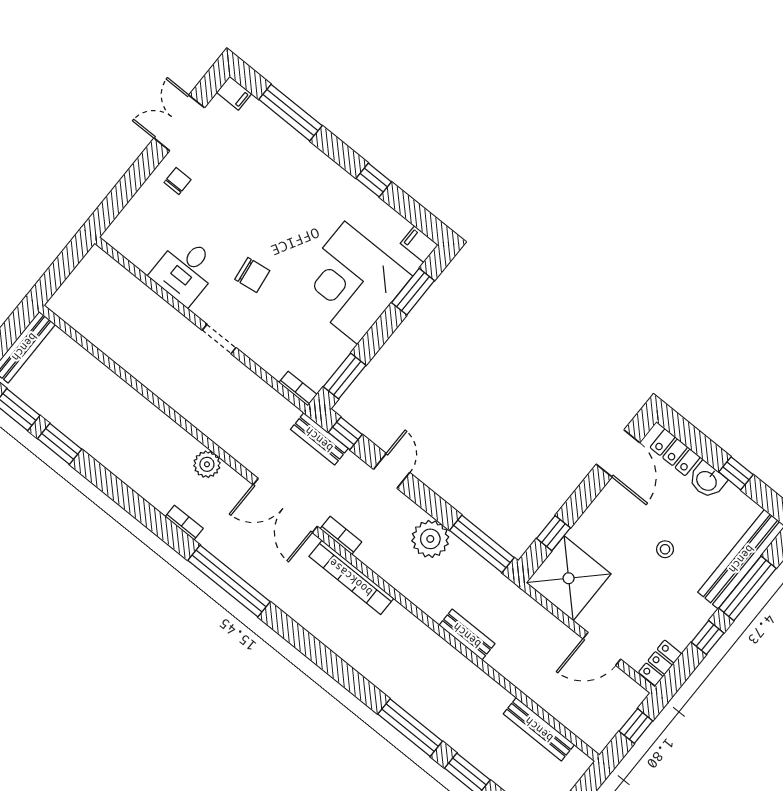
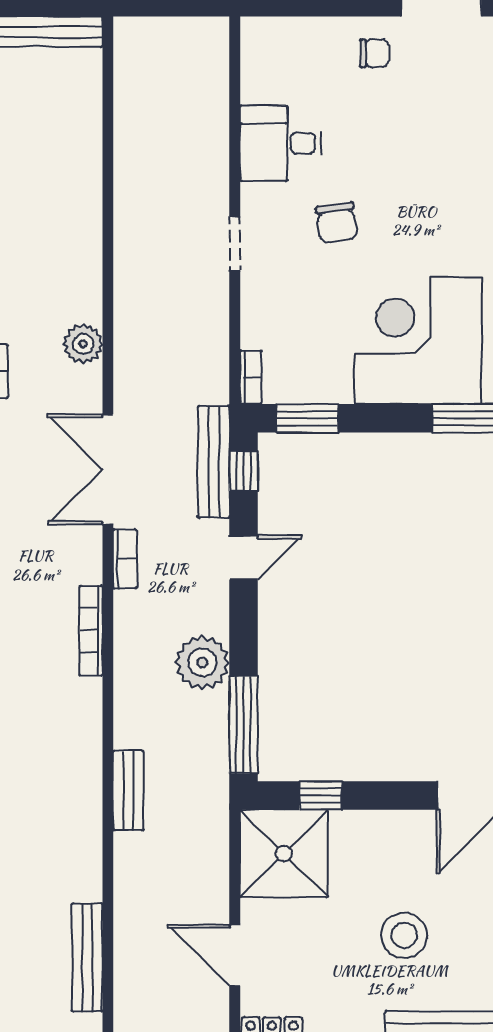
bench: (319, 439) -> (214, 462), width x1.36
stool: (665, 549) -> (404, 935), width x1.89, depth x1.89
bookcase: (351, 577) -> (91, 631), width x0.68, depth x0.76

